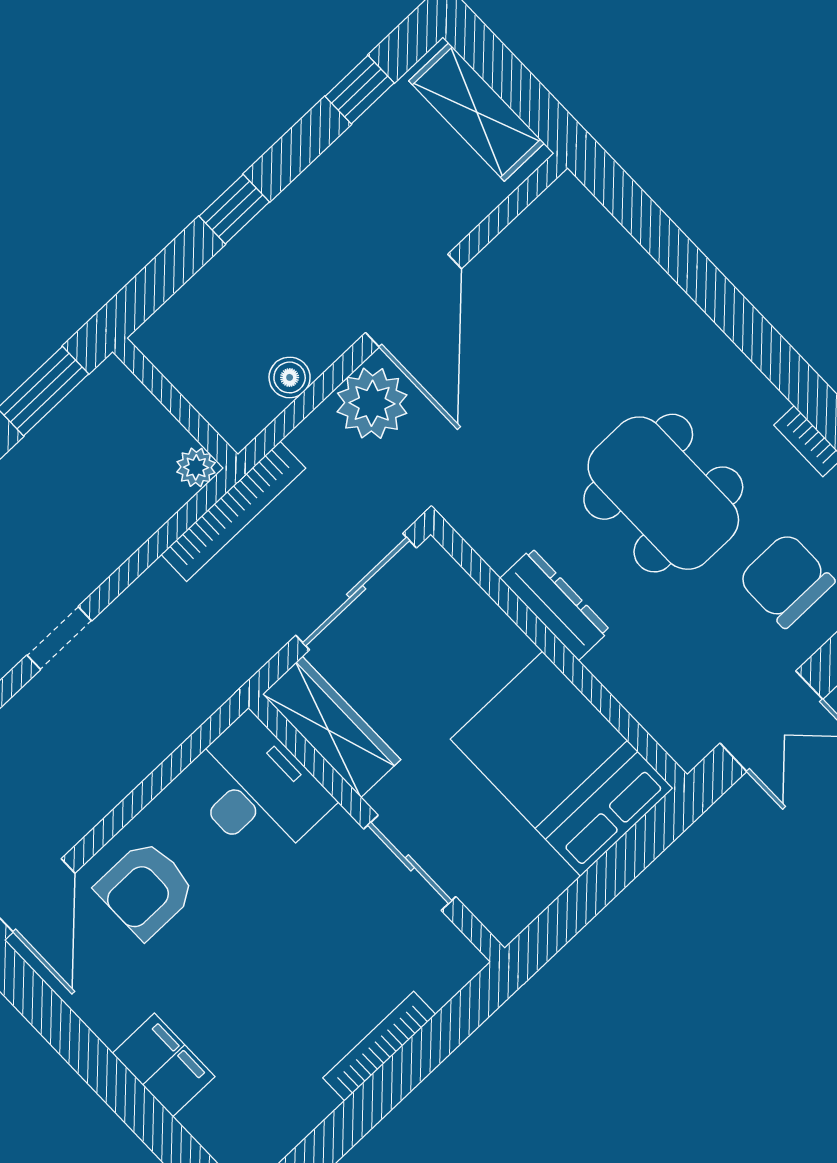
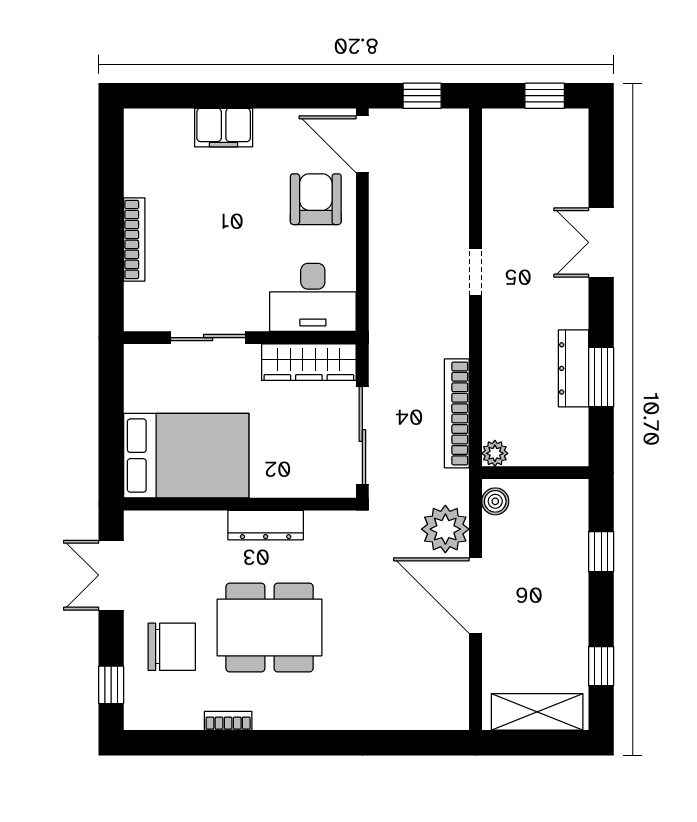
wall: (175, 403) -> (535, 473), moved
dresser: (62, 430) -> (573, 368), added
plant: (196, 467) -> (495, 453), moved

